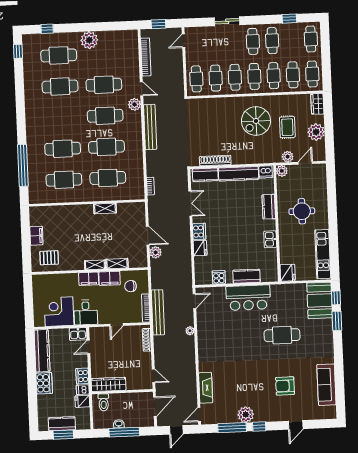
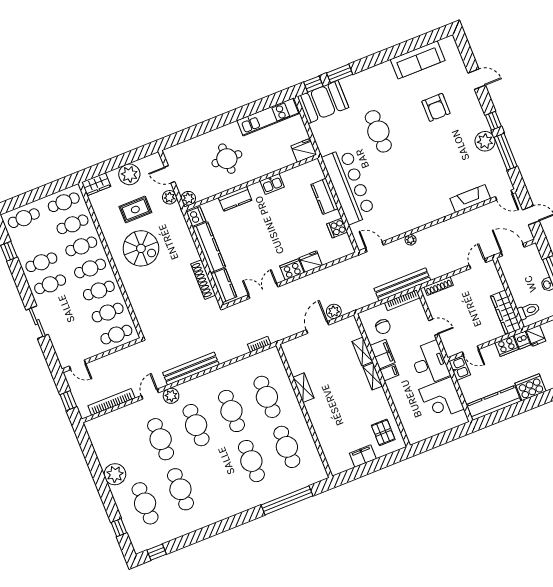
filing cabinet: (89, 279) -> (389, 373), width x0.50
bar counter: (248, 298) -> (349, 186), width x1.36
desk: (86, 312) -> (430, 363), width x1.37

